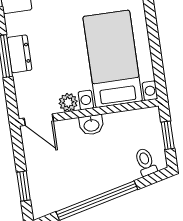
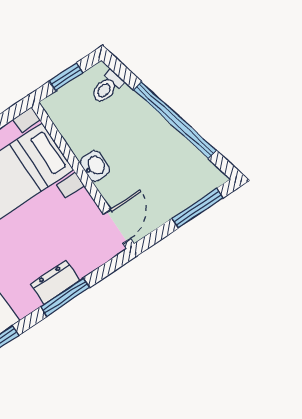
plant: (68, 102) -> (83, 203), removed
window: (24, 186) -> (198, 208), width x1.50

